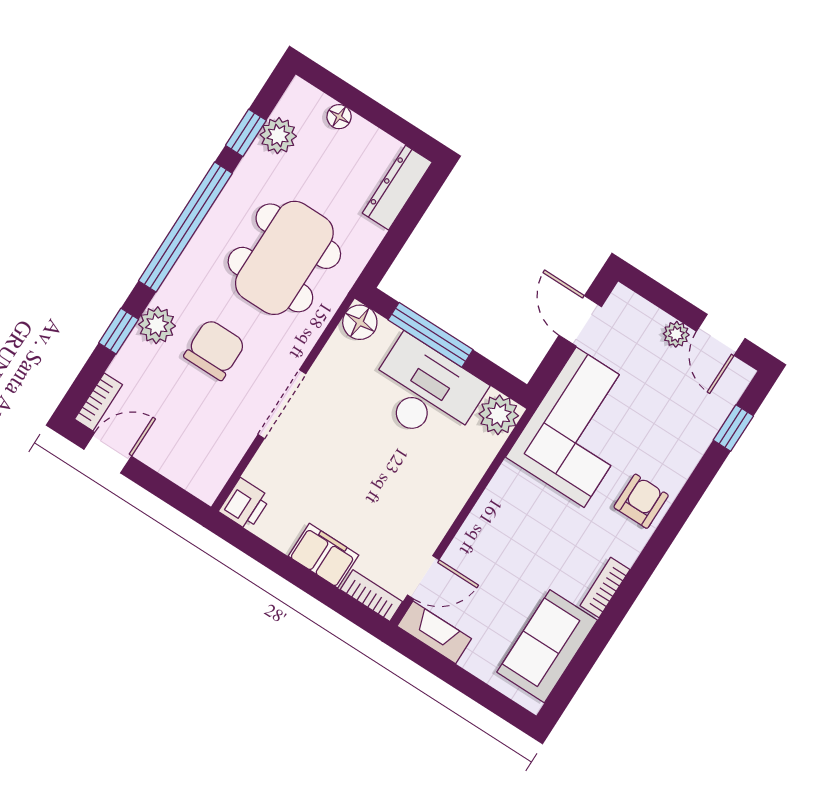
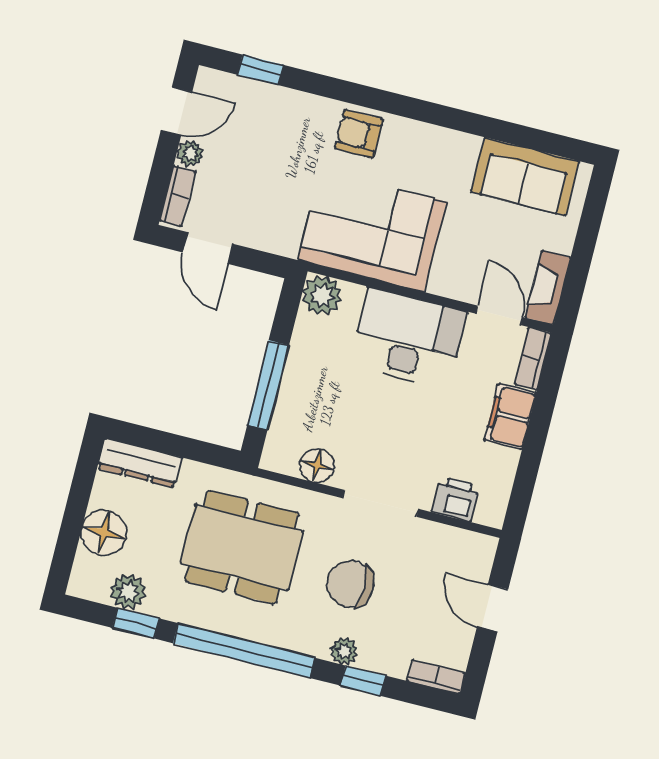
floor lamp: (339, 117) -> (104, 533), width x1.89, depth x1.89
door: (580, 321) -> (208, 248), hinge flipped
floor lamp: (360, 322) -> (317, 465), moved
plant: (157, 325) -> (344, 651), width x0.73, depth x0.73
desk: (425, 392) -> (408, 338), moved, turned 90
corner sofa: (580, 427) -> (372, 231), moved
door: (108, 453) -> (493, 608), moved
printer: (245, 504) -> (456, 499), moved
bookcase: (605, 588) -> (178, 196), moved, turned -90

